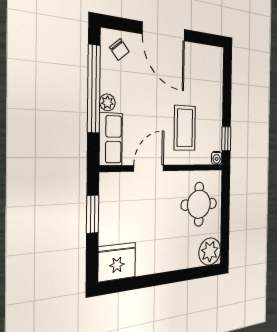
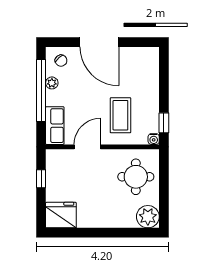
plant: (107, 102) -> (52, 83), moved
window: (93, 214) -> (41, 179), width x0.67

